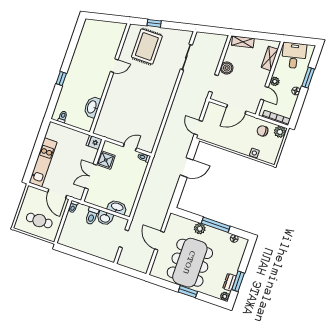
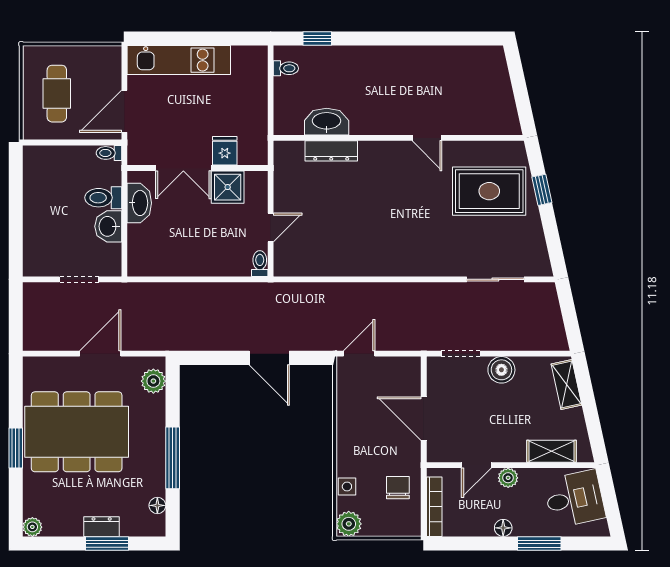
window: (61, 79) -> (317, 38), moved
dresser: (106, 109) -> (331, 151), added
plant: (280, 132) -> (349, 524), moved
fridge: (94, 142) -> (225, 151), moved
door: (130, 147) -> (271, 227), hinge flipped
double door: (91, 177) -> (183, 168), swing flipped
washbasin: (117, 207) -> (139, 203), moved
plant: (200, 229) -> (153, 381), moved
window: (238, 281) -> (107, 544), moved
dresser: (229, 282) -> (102, 527), moved

